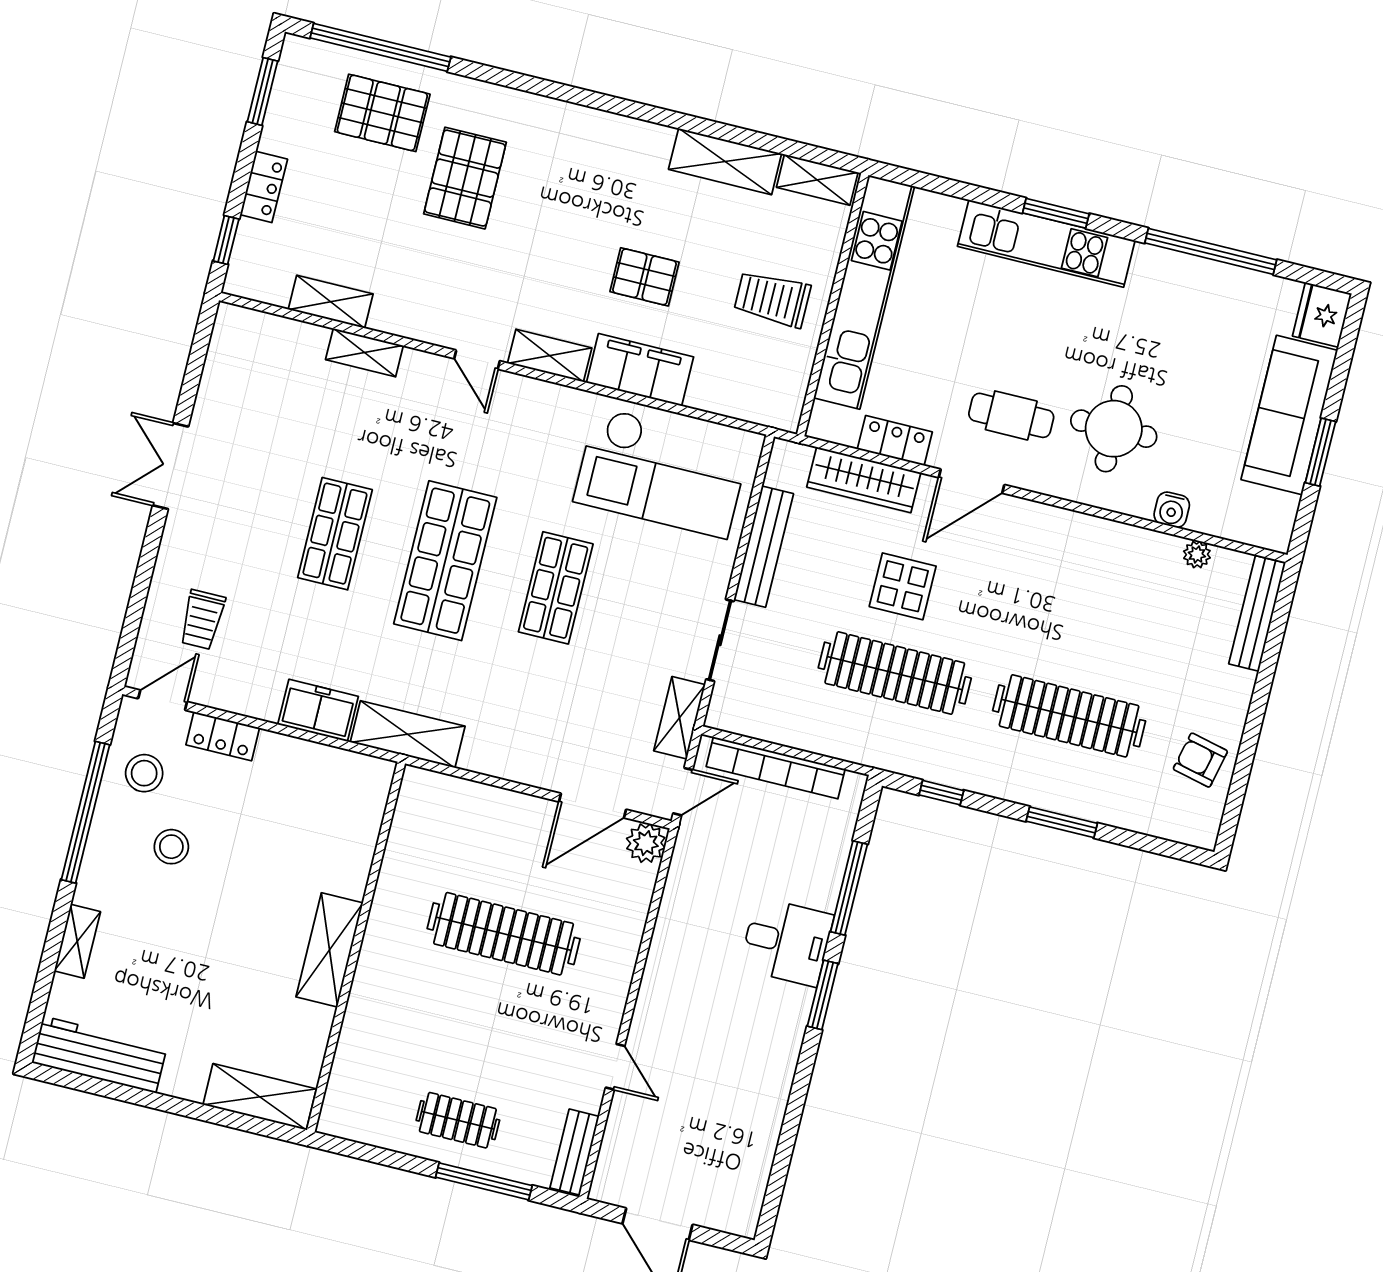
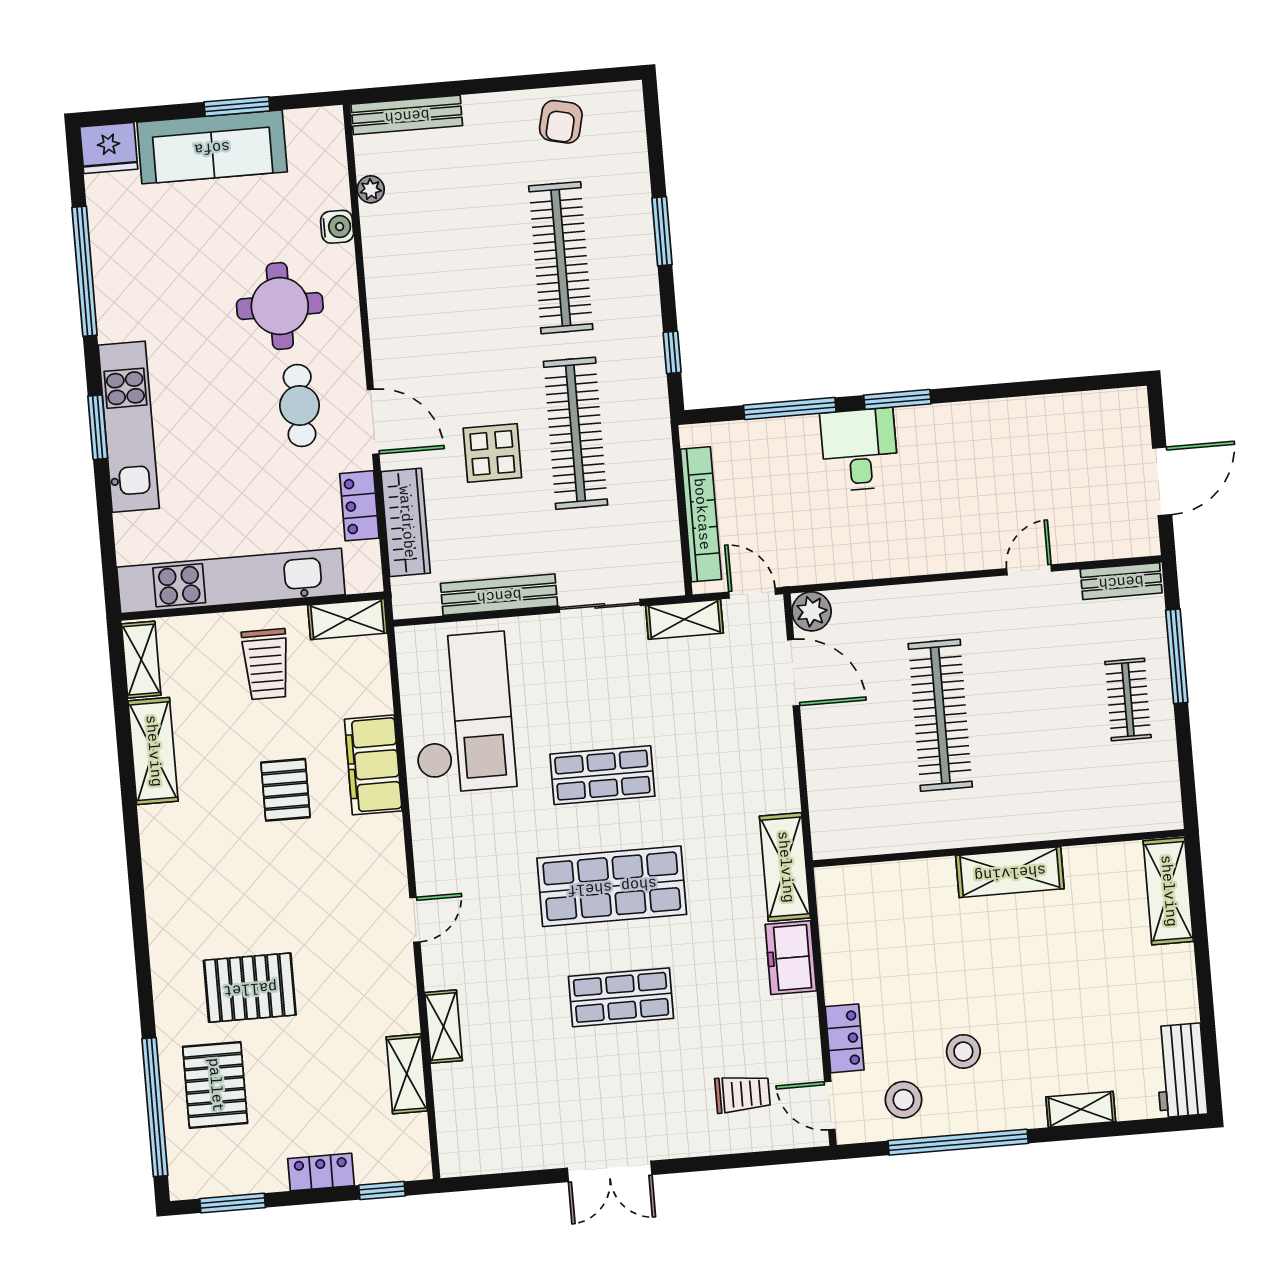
shelving: (550, 356) -> (347, 619), moved, turned 90
workbench: (99, 1055) -> (1181, 1070), width x0.73

